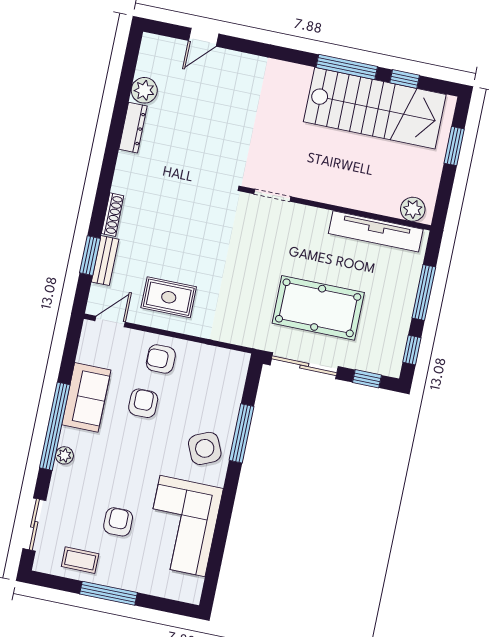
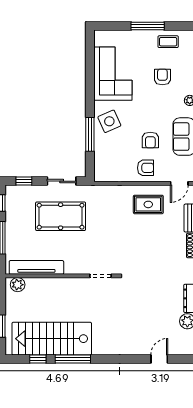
sliding door: (304, 366) -> (62, 181), width x0.73
armchair: (118, 522) -> (162, 77), moved, turned 180

